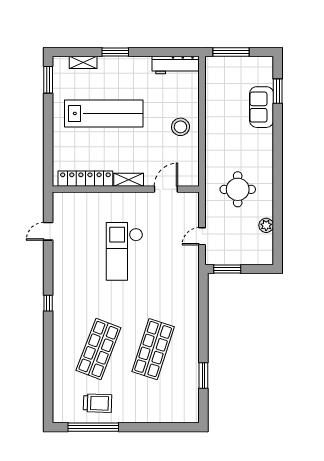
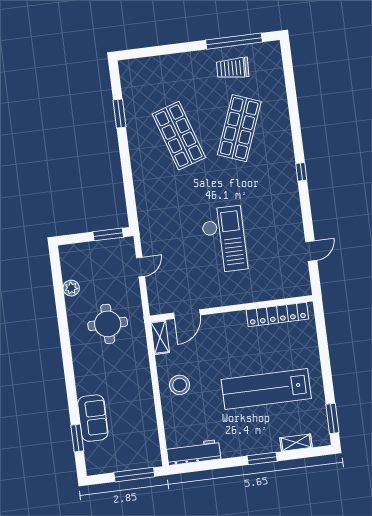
shelving: (129, 180) -> (160, 337), moved, turned 90
shop shelf: (153, 349) -> (179, 136), turned -36

